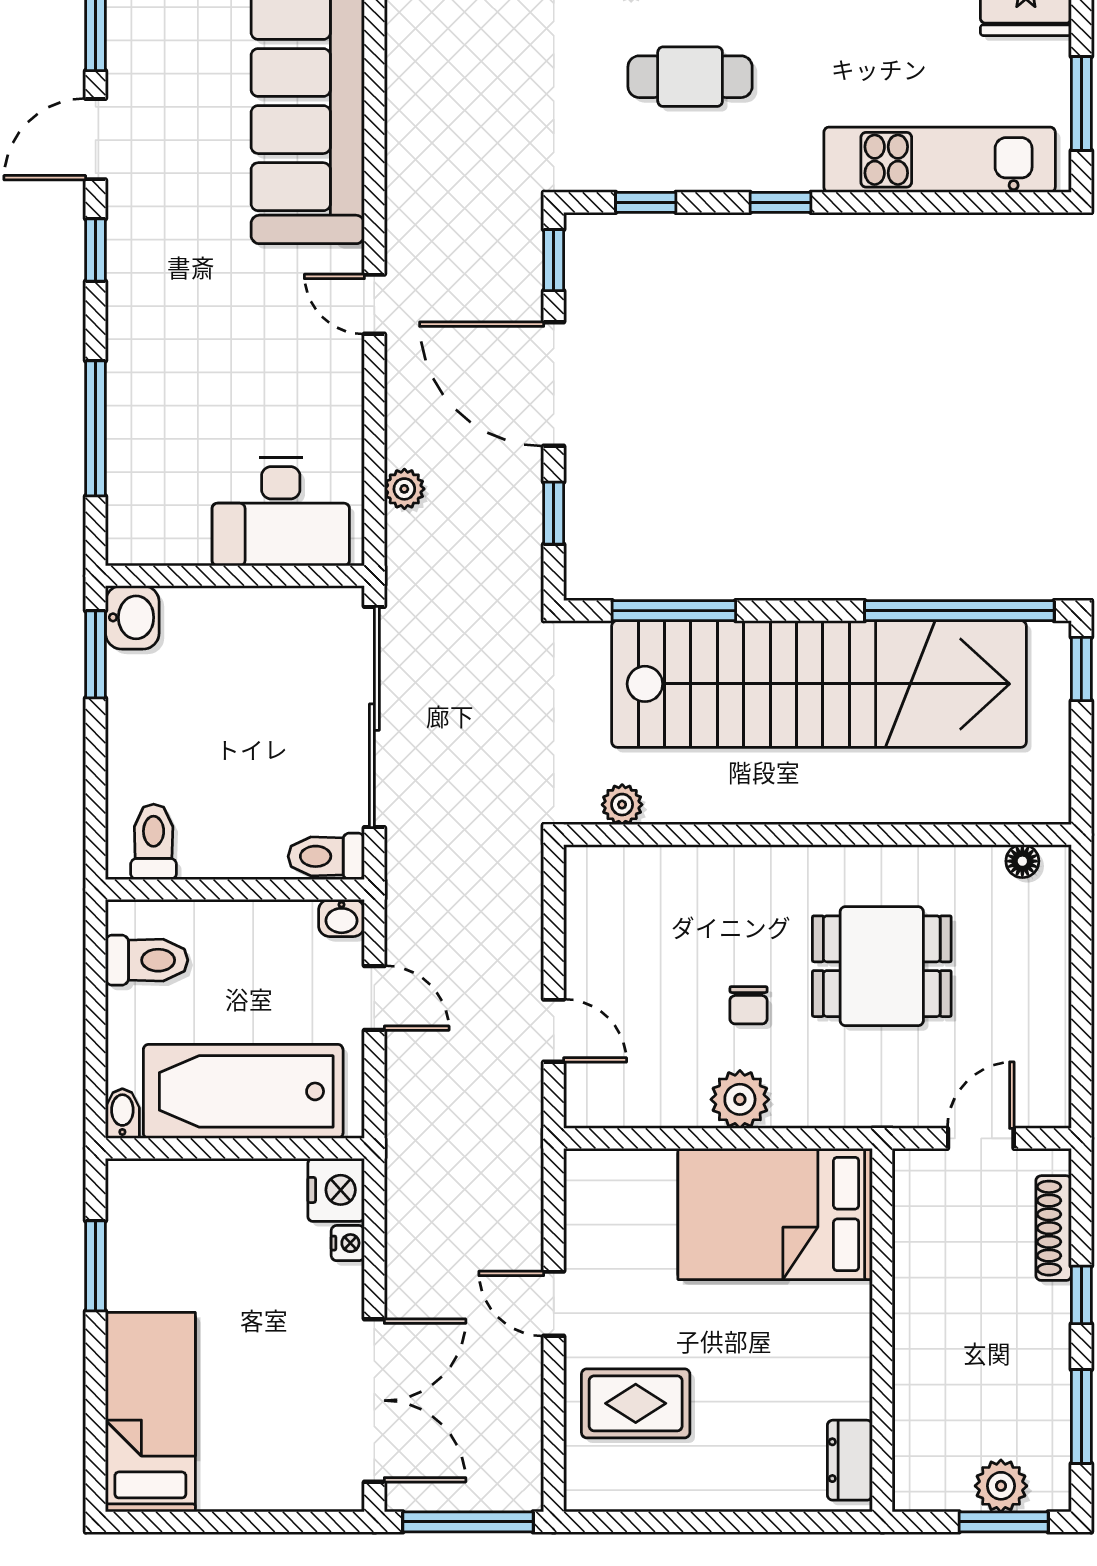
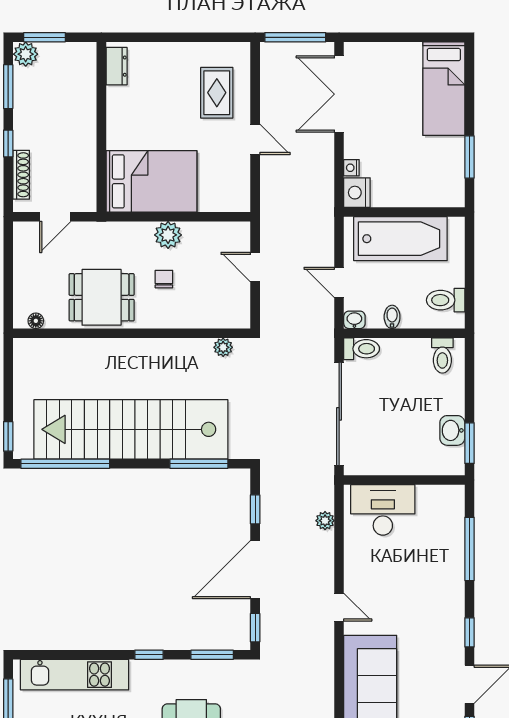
window: (646, 202) -> (212, 655), width x1.50
door: (554, 384) -> (255, 570), swing flipped
washbasin: (132, 617) -> (452, 430), moved
plant: (622, 805) -> (223, 347), moved
wall: (818, 835) -> (132, 333), moved
floor lamp: (1022, 861) -> (36, 321), moved
bidet: (122, 1114) -> (392, 317), moved, turned 180
rug: (636, 1403) -> (217, 93), turned 90
plant: (1001, 1486) -> (26, 54), moved

